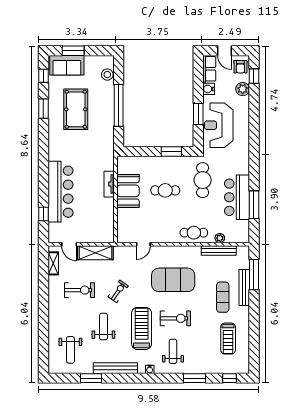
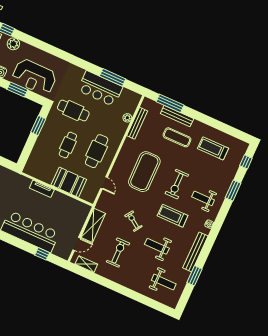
booth: (128, 191) -> (69, 182), moved
cafe table: (194, 233) -> (97, 151), moved, width x1.37, depth x1.35
exercise bike: (175, 318) -> (177, 184), turned 180
treadmill: (142, 328) -> (173, 216), width x0.73, depth x0.73
treadmill: (228, 339) -> (213, 148), turned 180

